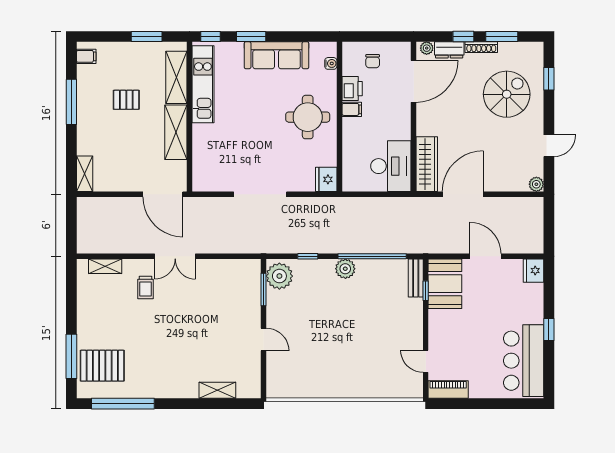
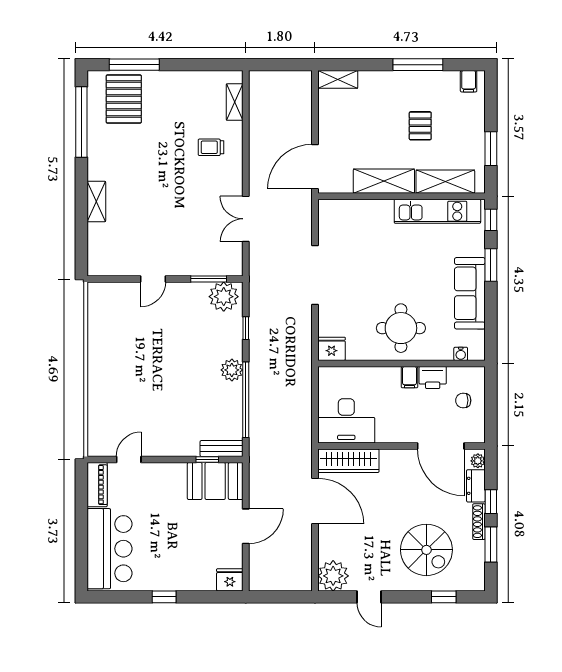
plant: (536, 184) -> (333, 576), width x1.88, depth x1.88
double door: (175, 256) -> (246, 219), moved
bar counter: (524, 361) -> (110, 549), moved, turned 90
shelving: (217, 390) -> (96, 201), moved

